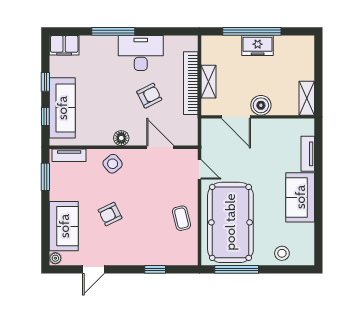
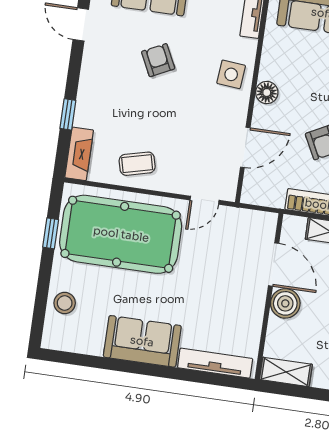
door: (236, 117) -> (274, 265), swing flipped
tv unit: (308, 154) -> (215, 363), width x1.41
side table: (113, 164) -> (231, 74), turned 45
fireplace: (181, 258) -> (79, 154), added
window: (237, 269) -> (51, 233), width x0.46

